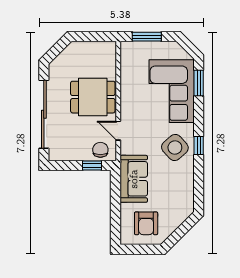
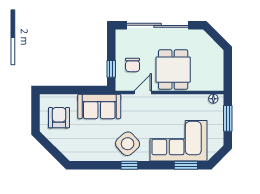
floor lamp: (125, 53) -> (213, 99), added
chair: (100, 150) -> (133, 65), moved, turned 90
armchair: (146, 223) -> (59, 118), turned 90

